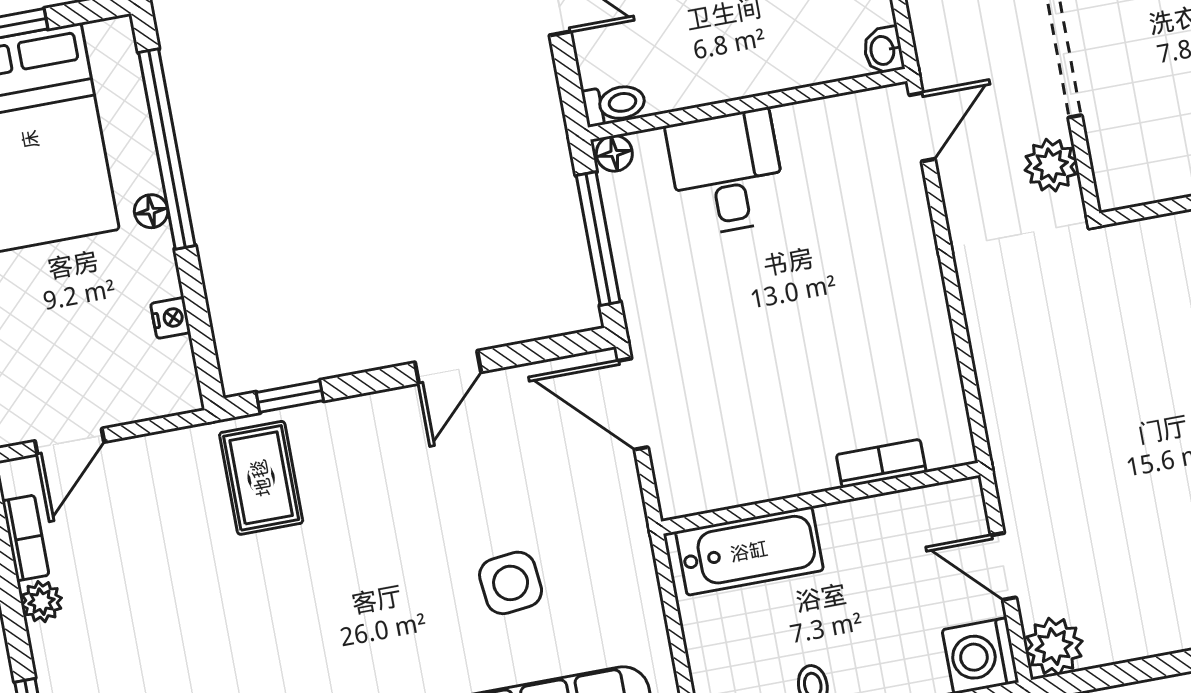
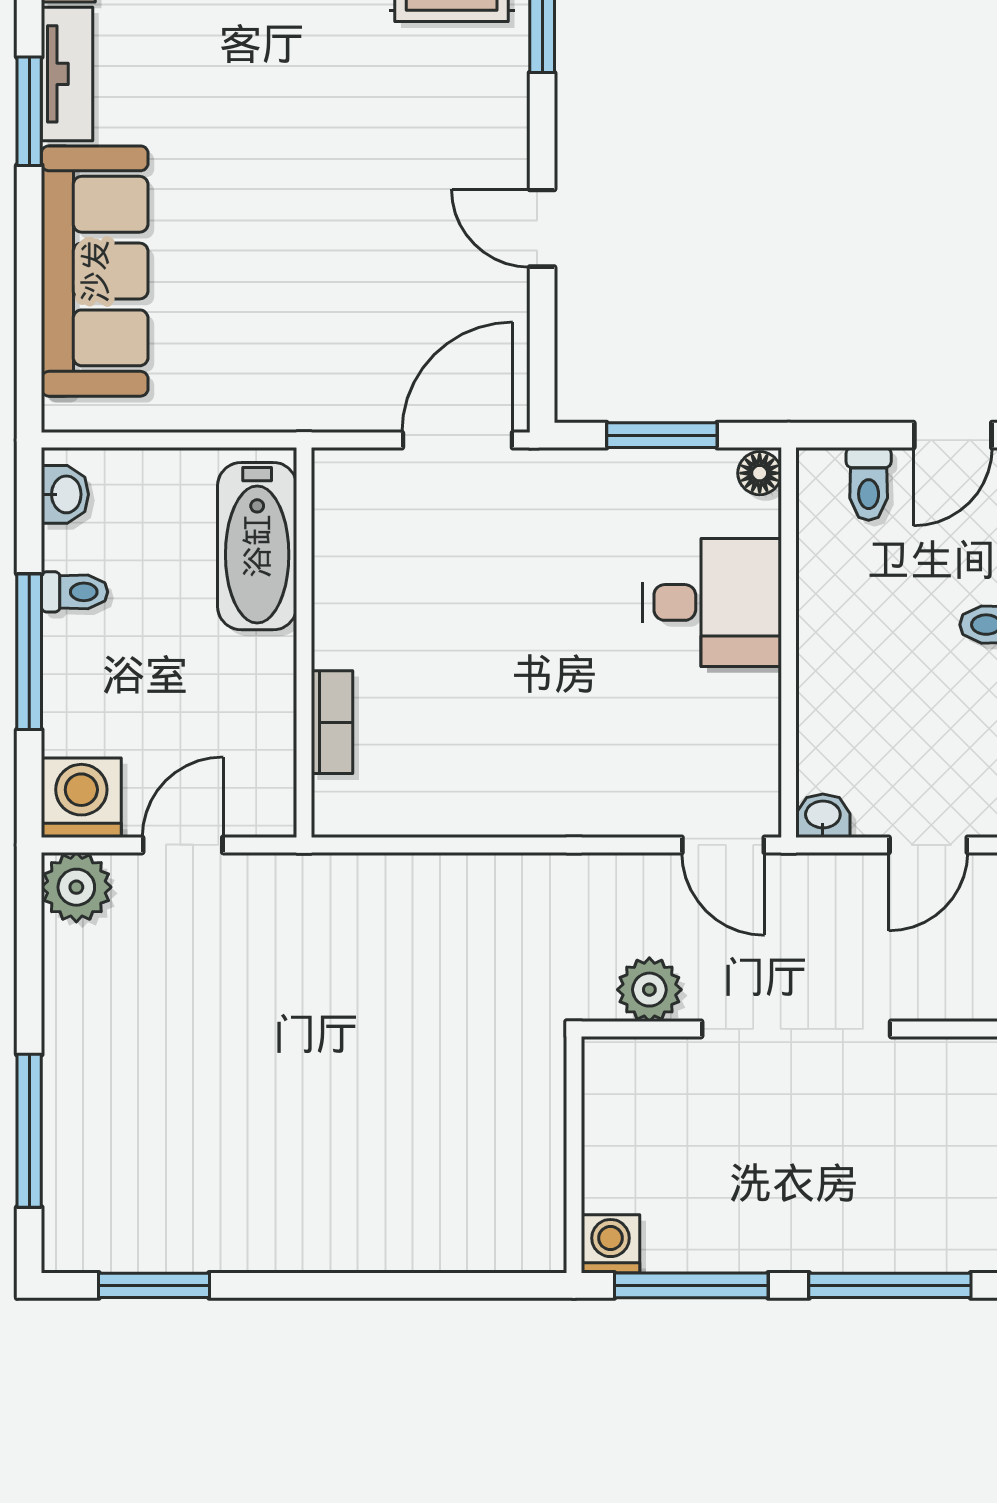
toilet: (614, 104) -> (869, 484), moved
window: (598, 239) -> (662, 435), width x0.69
side table: (511, 583) -> (272, 255), removed

